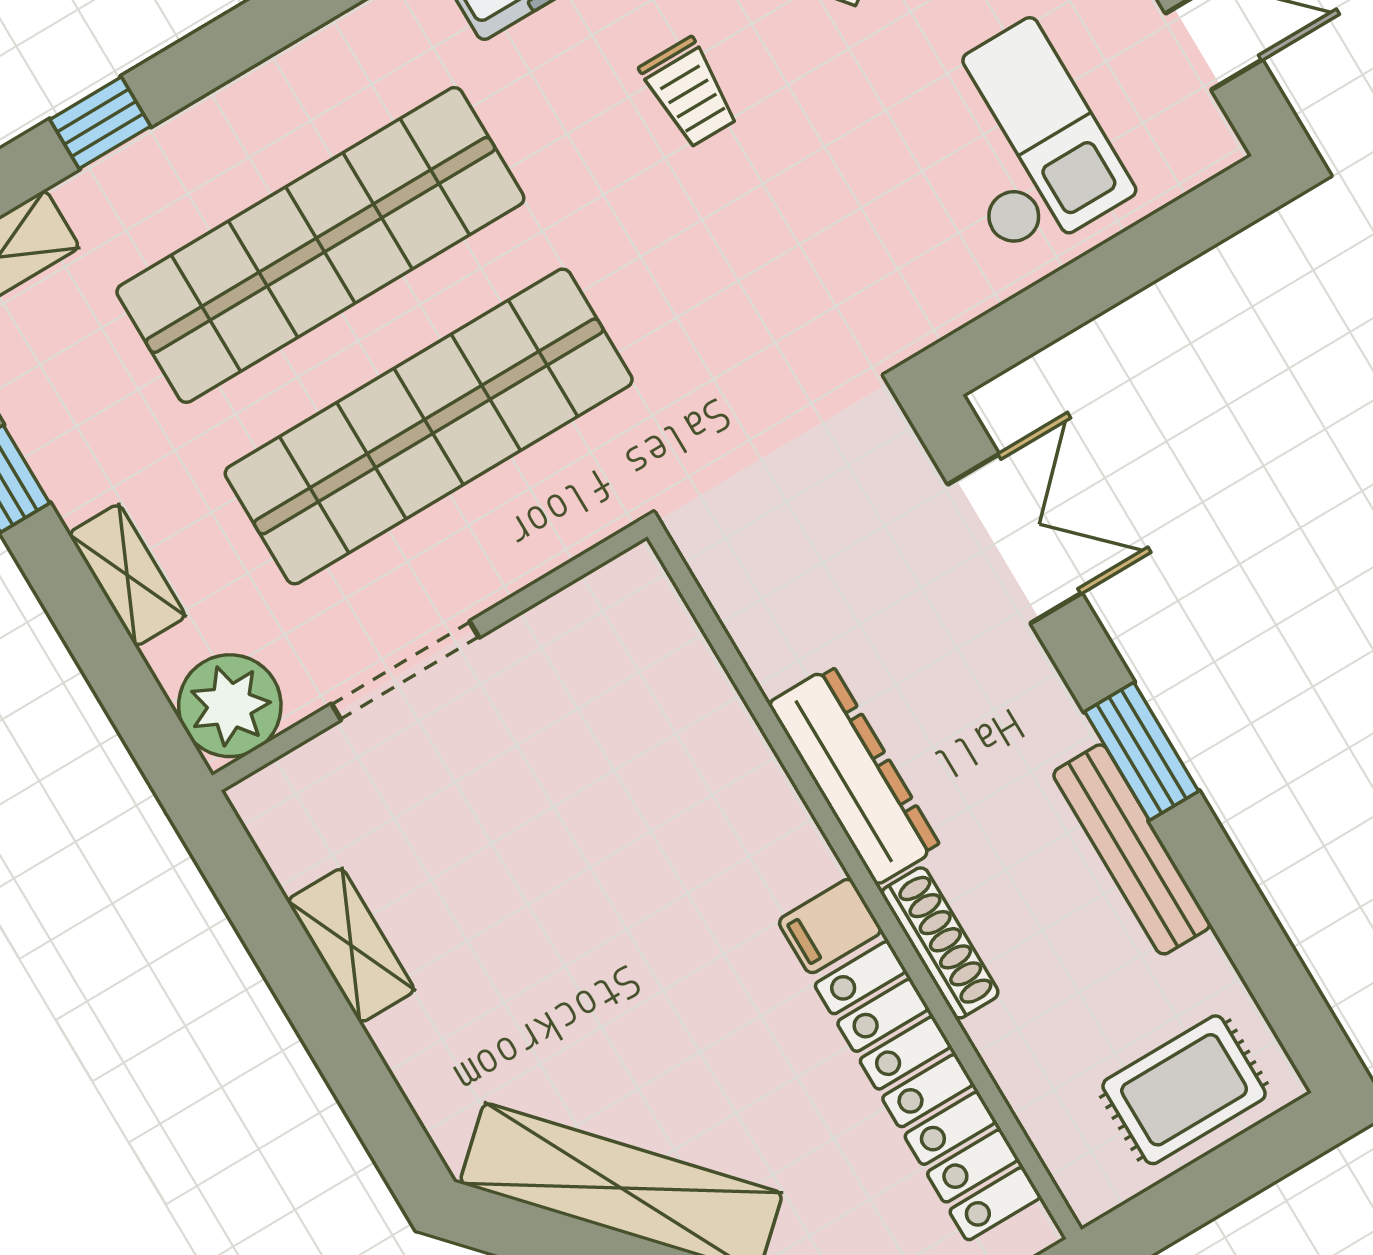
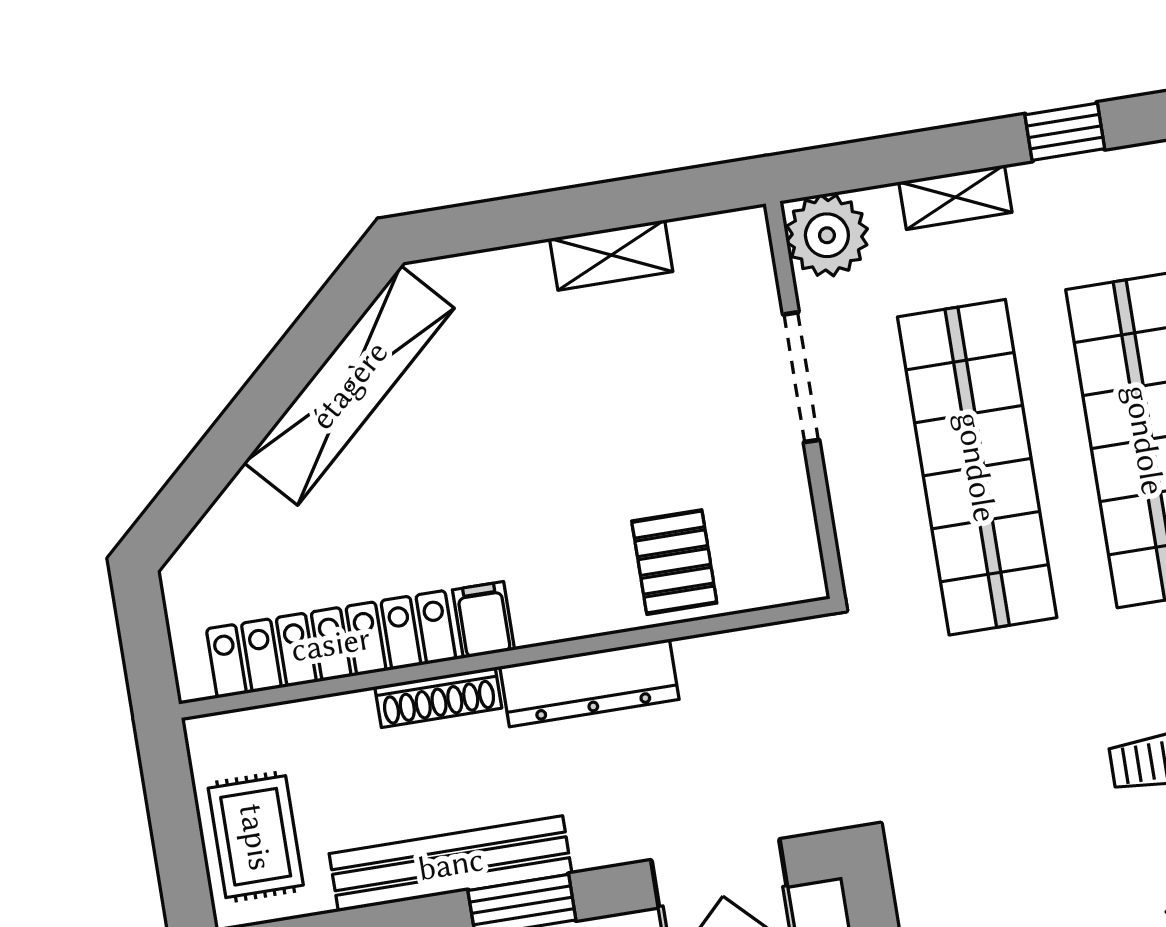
pallet: (676, 732) -> (674, 562), added
bench: (1132, 849) -> (451, 864), width x1.37, depth x1.21

